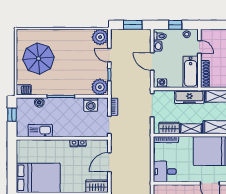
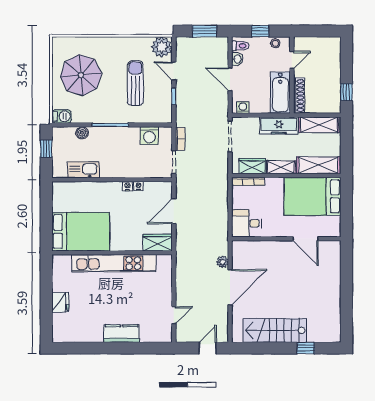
door: (199, 47) -> (292, 60), hinge flipped
sun lounger: (80, 65) -> (135, 83), added
plant: (100, 87) -> (161, 113), removed

